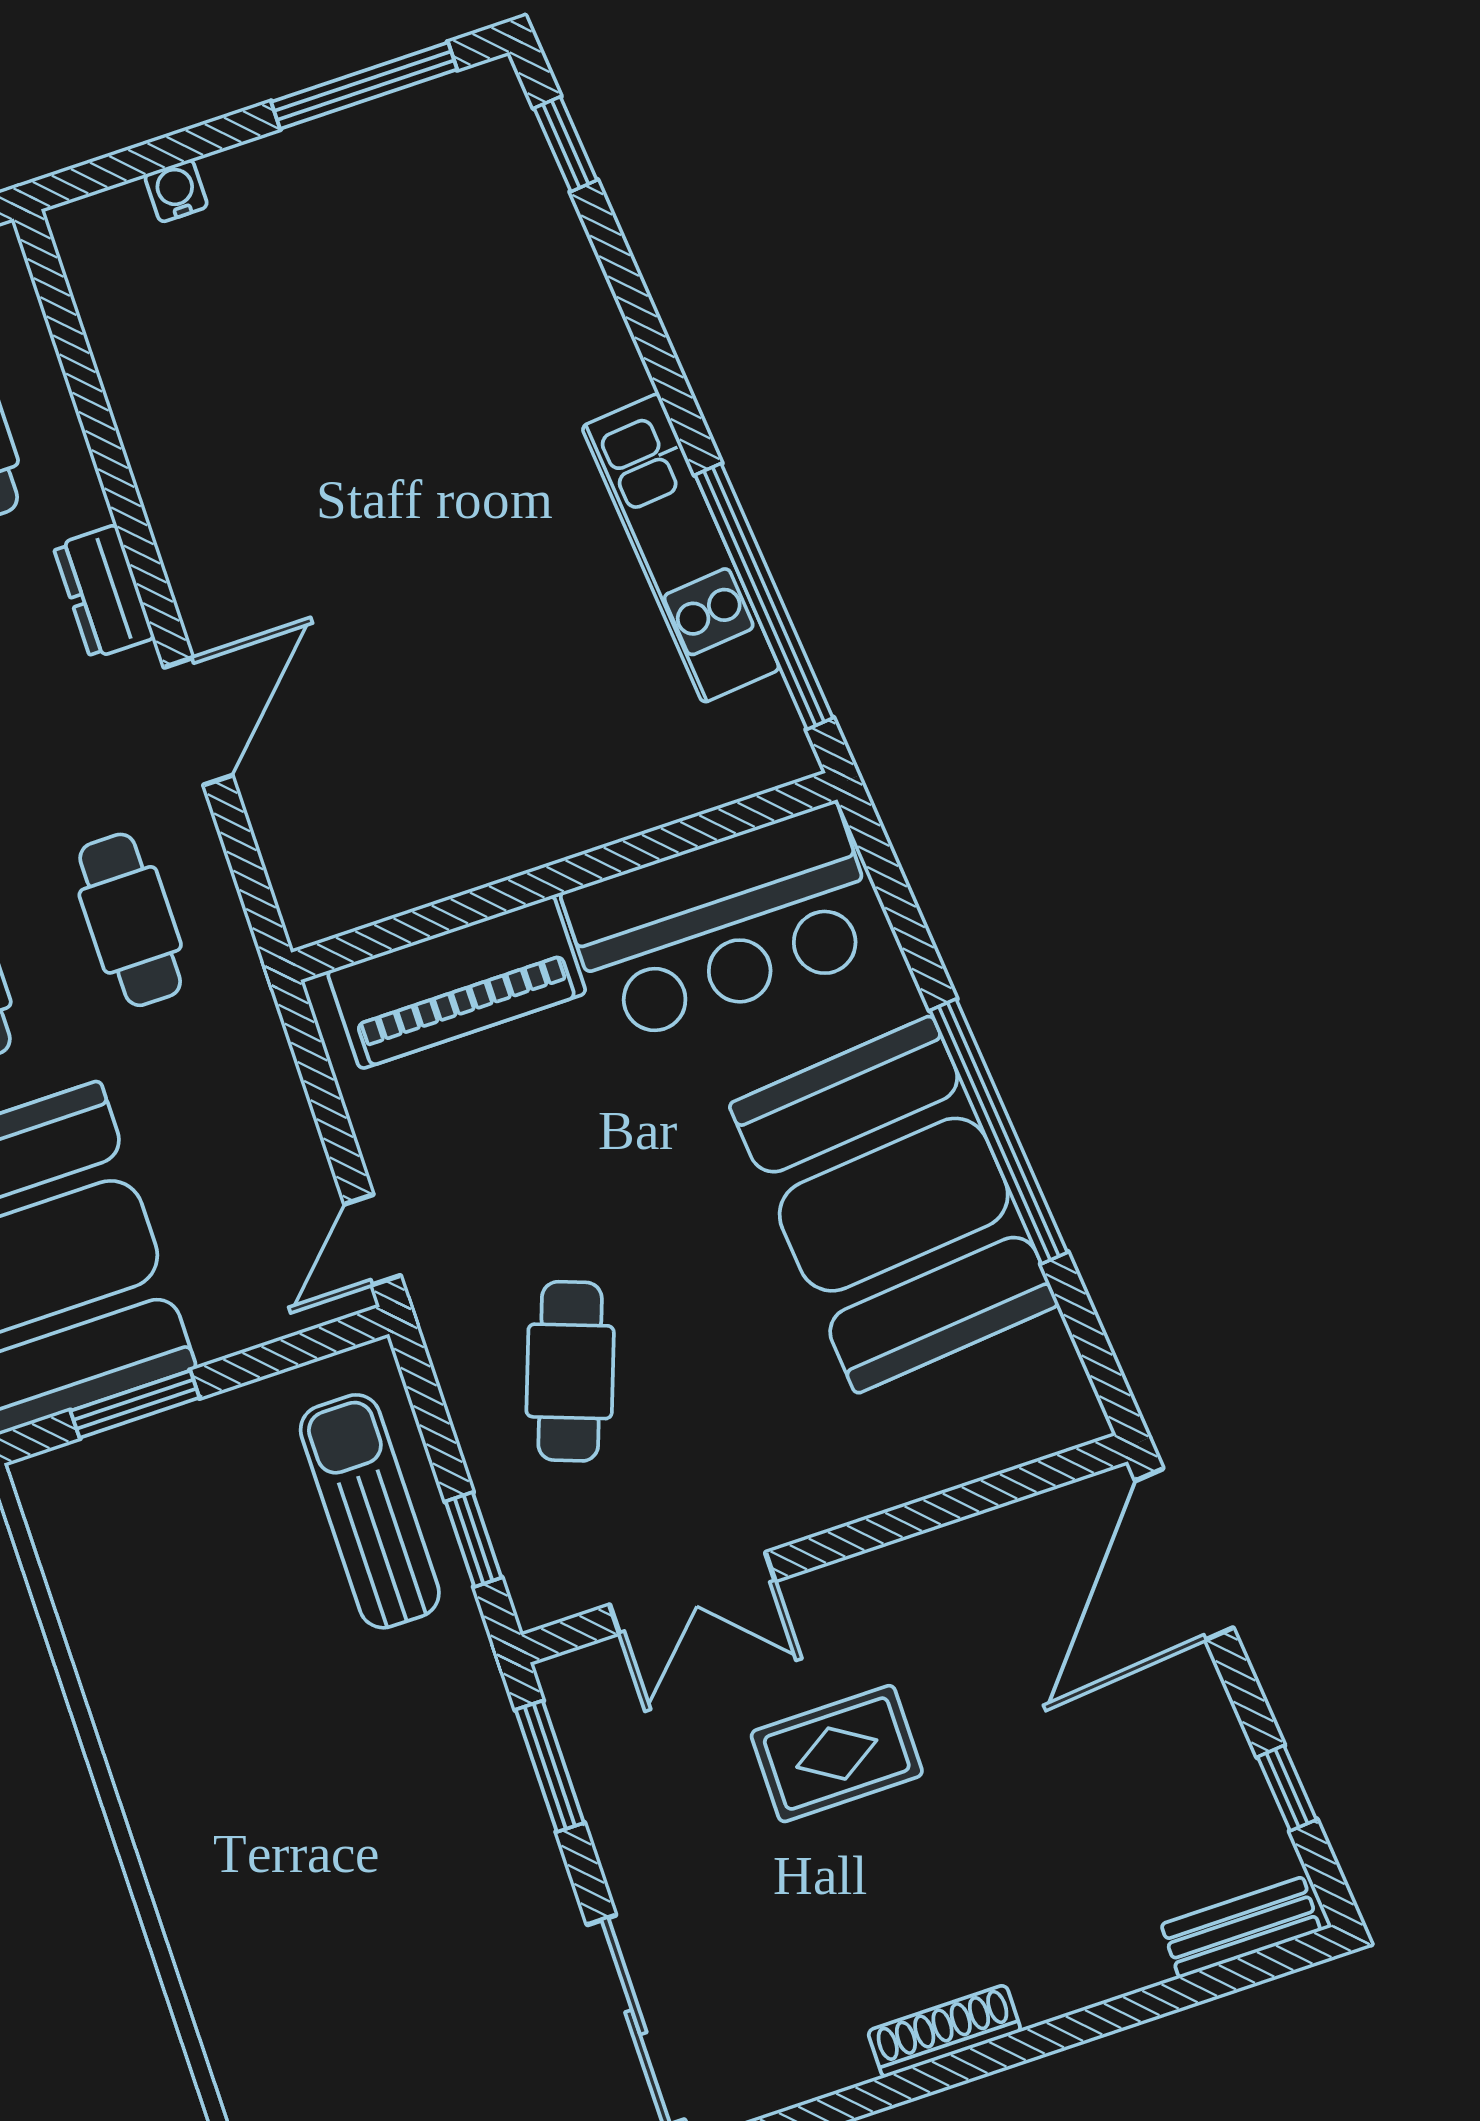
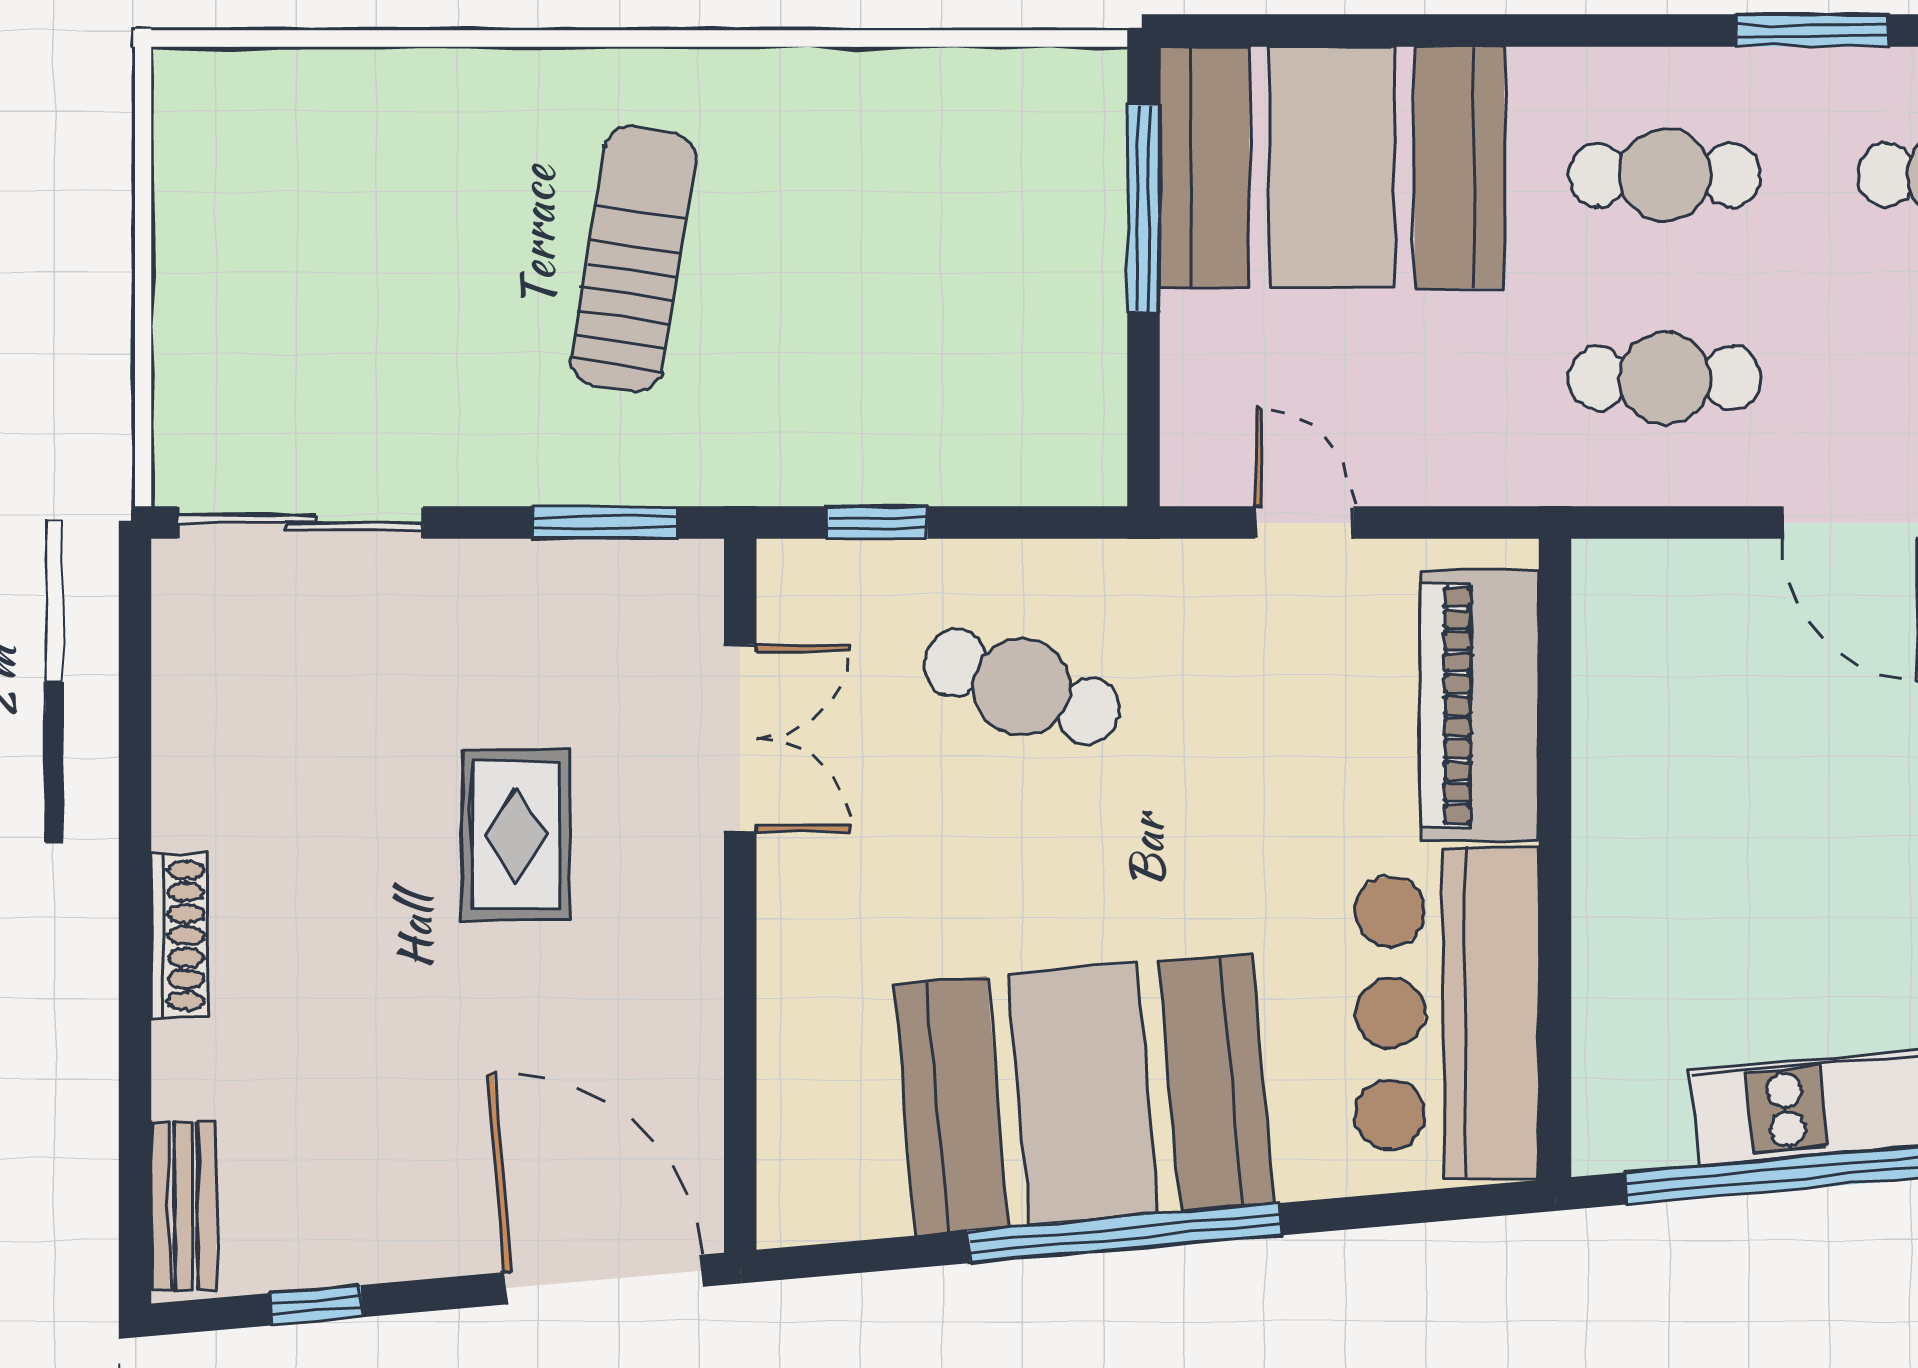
door: (373, 1240) -> (1304, 523), moved
window: (135, 1404) -> (1144, 208), width x1.44
sun lounger: (370, 1511) -> (633, 259), moved, turned -81
double door: (692, 1593) -> (740, 738), swing flipped
shoe rack: (944, 2031) -> (179, 936), moved

